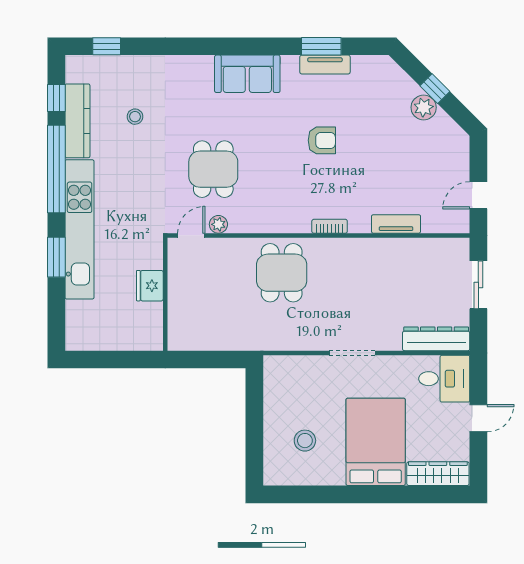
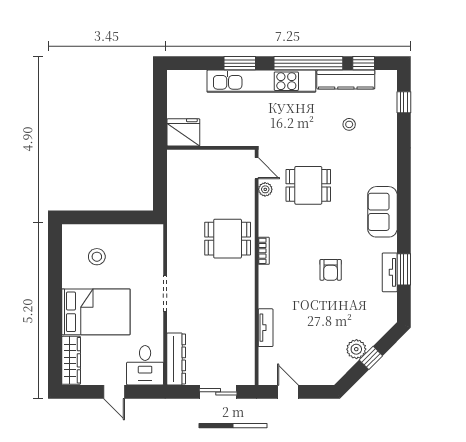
bookcase: (330, 226) -> (264, 251), moved
fridge: (150, 286) -> (183, 132), moved, width x1.36, depth x1.34

